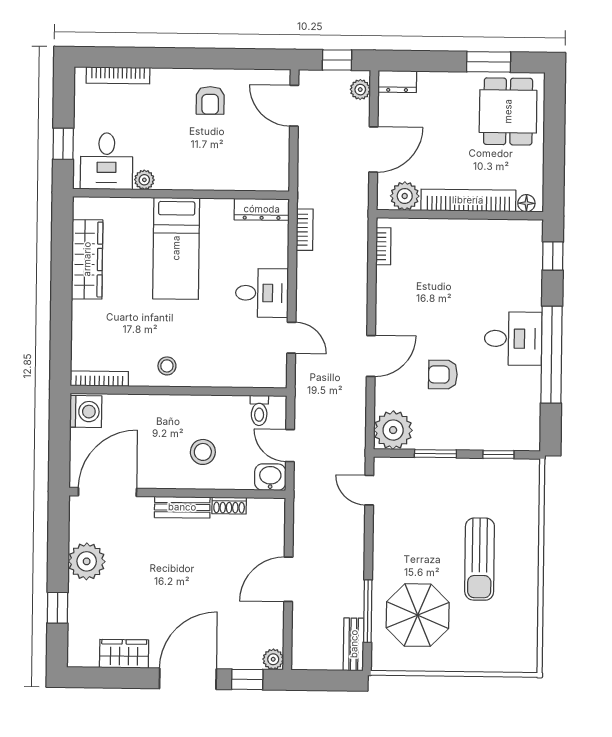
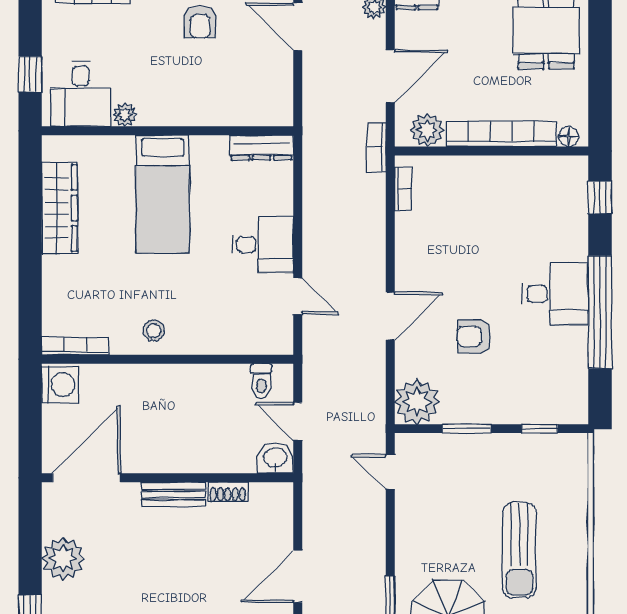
bookcase: (305, 230) -> (376, 147), moved, turned 180
stool: (203, 452) -> (197, 430), removed

